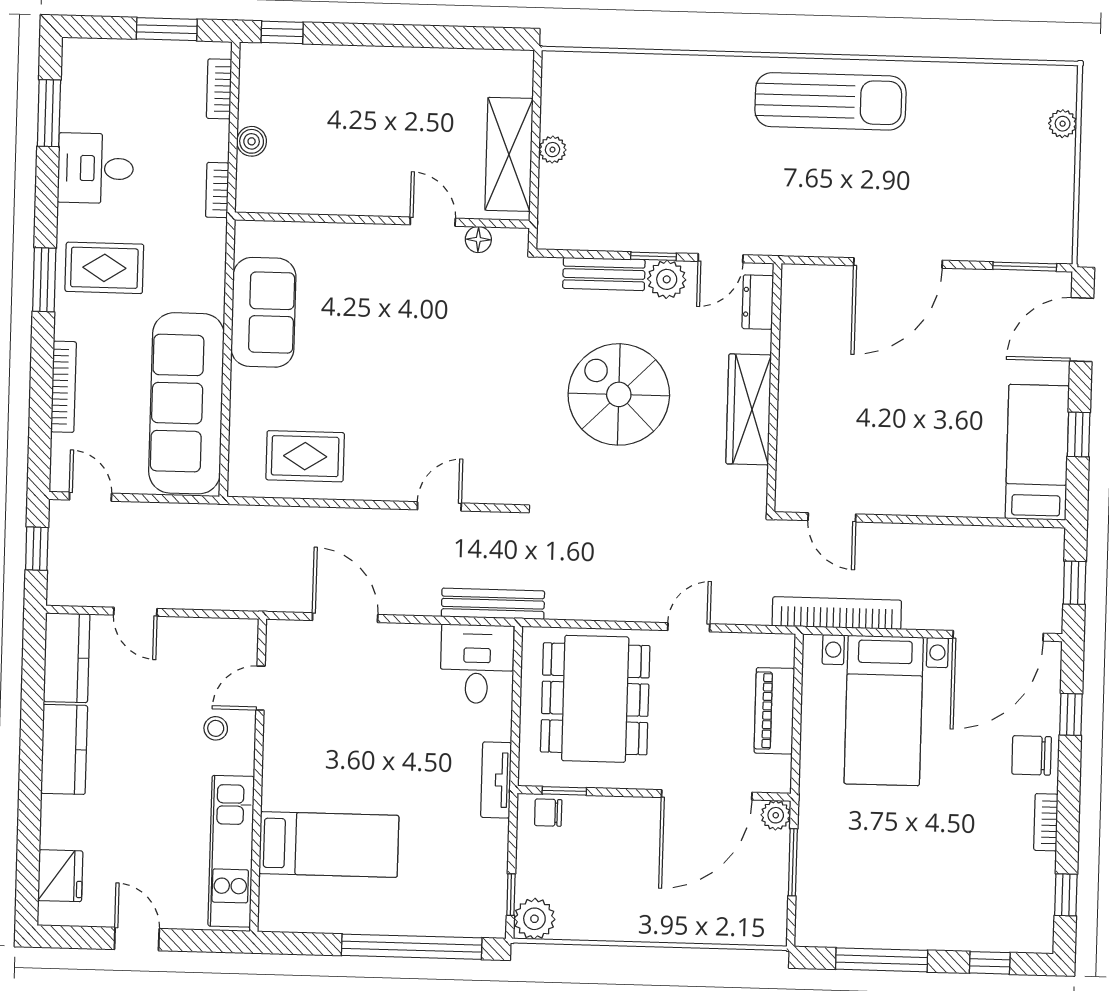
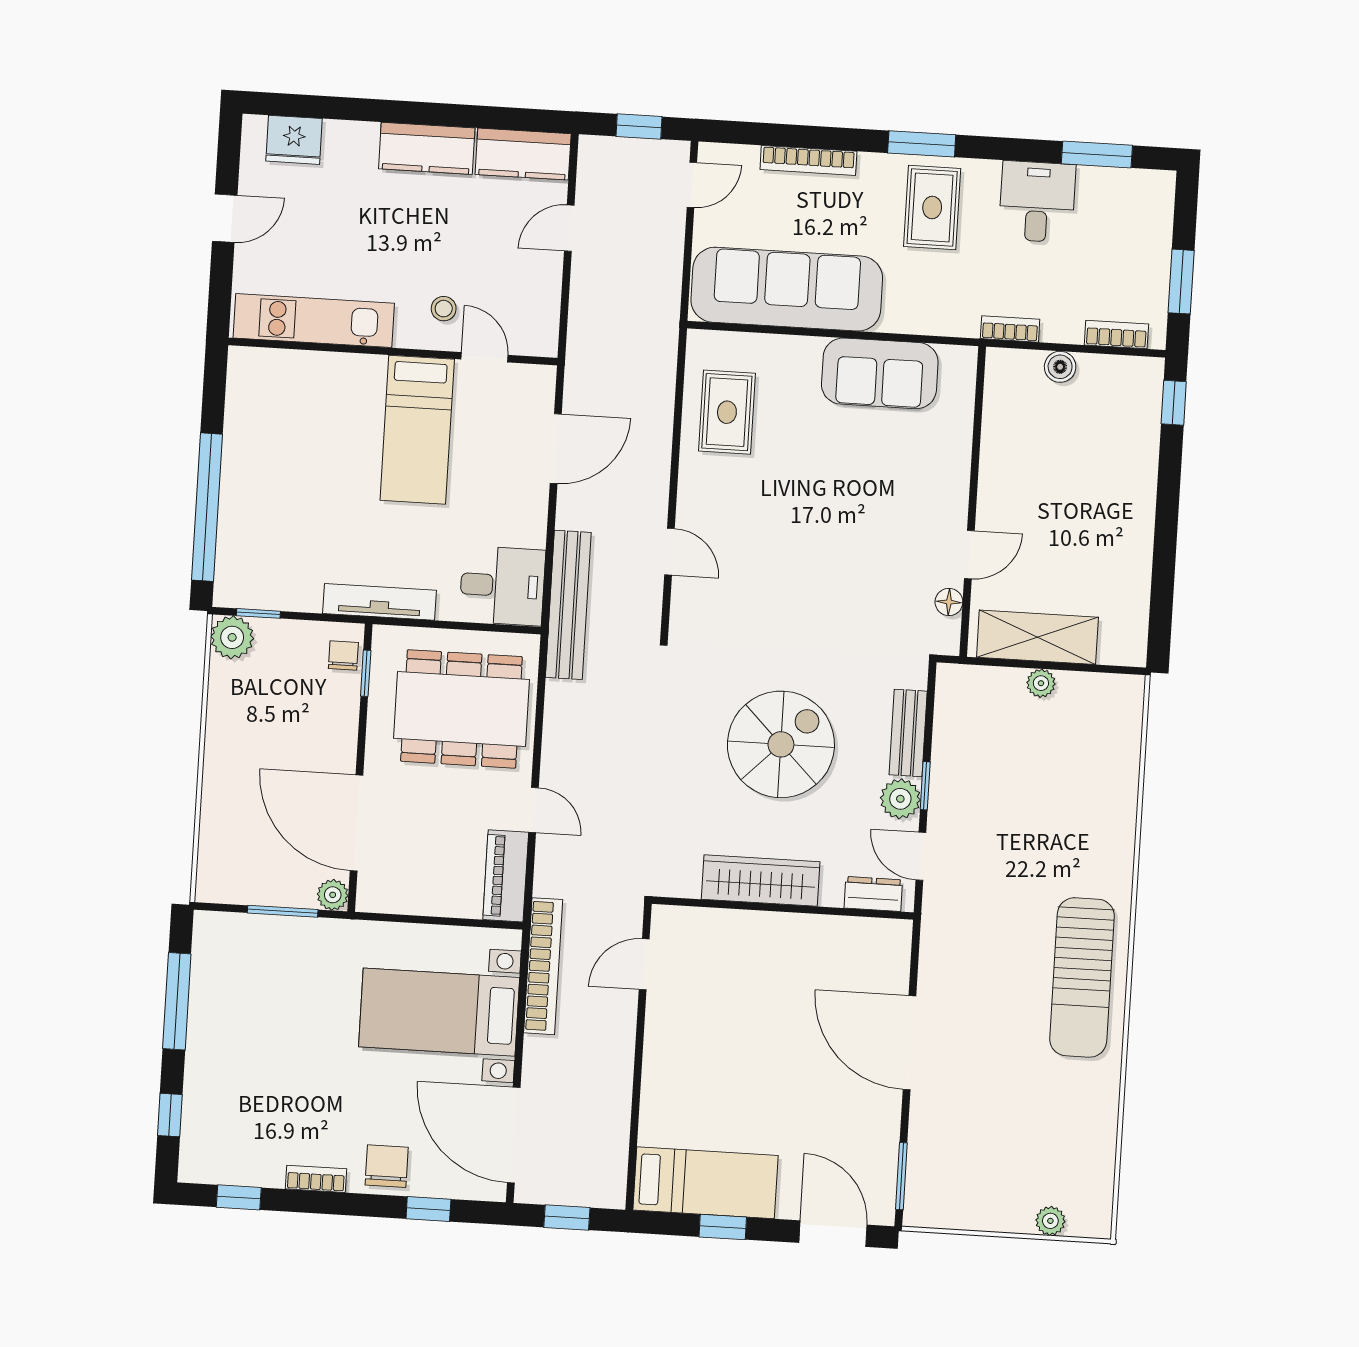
bench: (493, 604) -> (568, 605), width x1.37, depth x1.21
piano: (774, 711) -> (506, 876), moved, turned -90
tv unit: (496, 780) -> (380, 602), width x1.41
bed: (329, 844) -> (417, 430), moved

